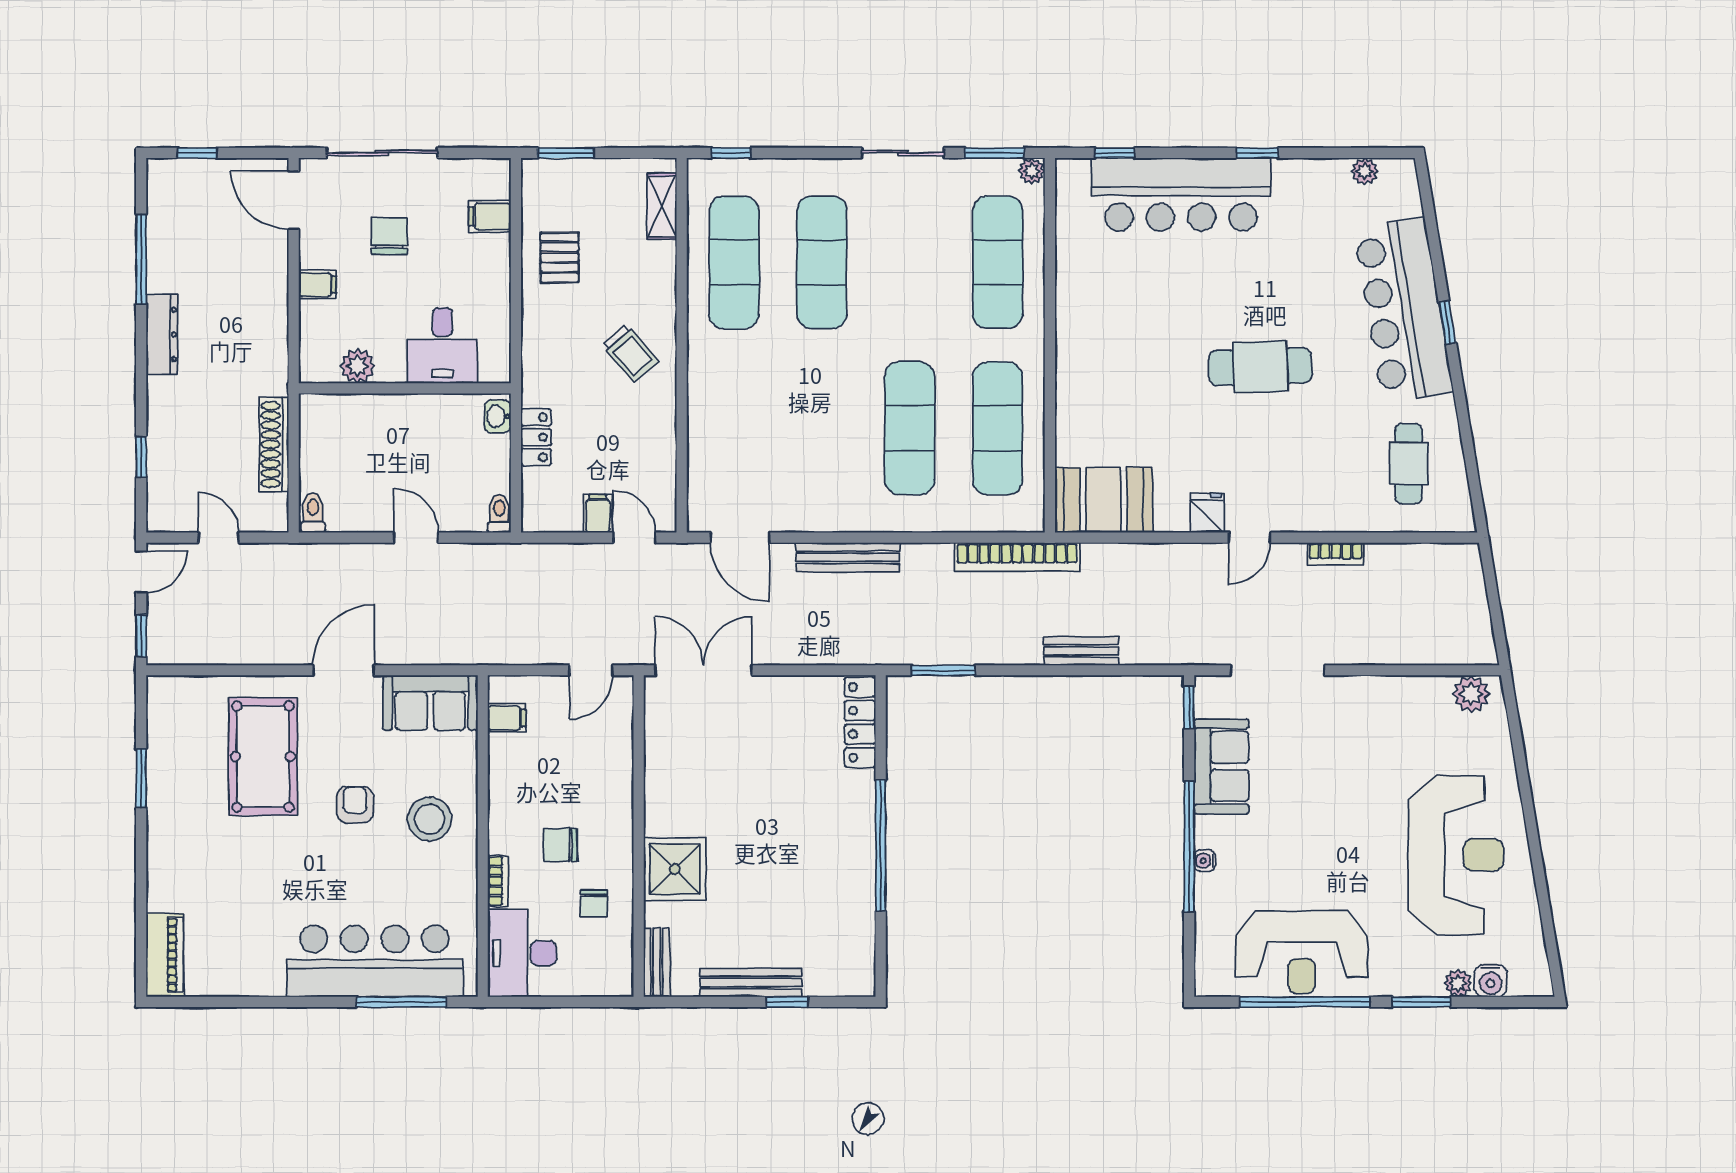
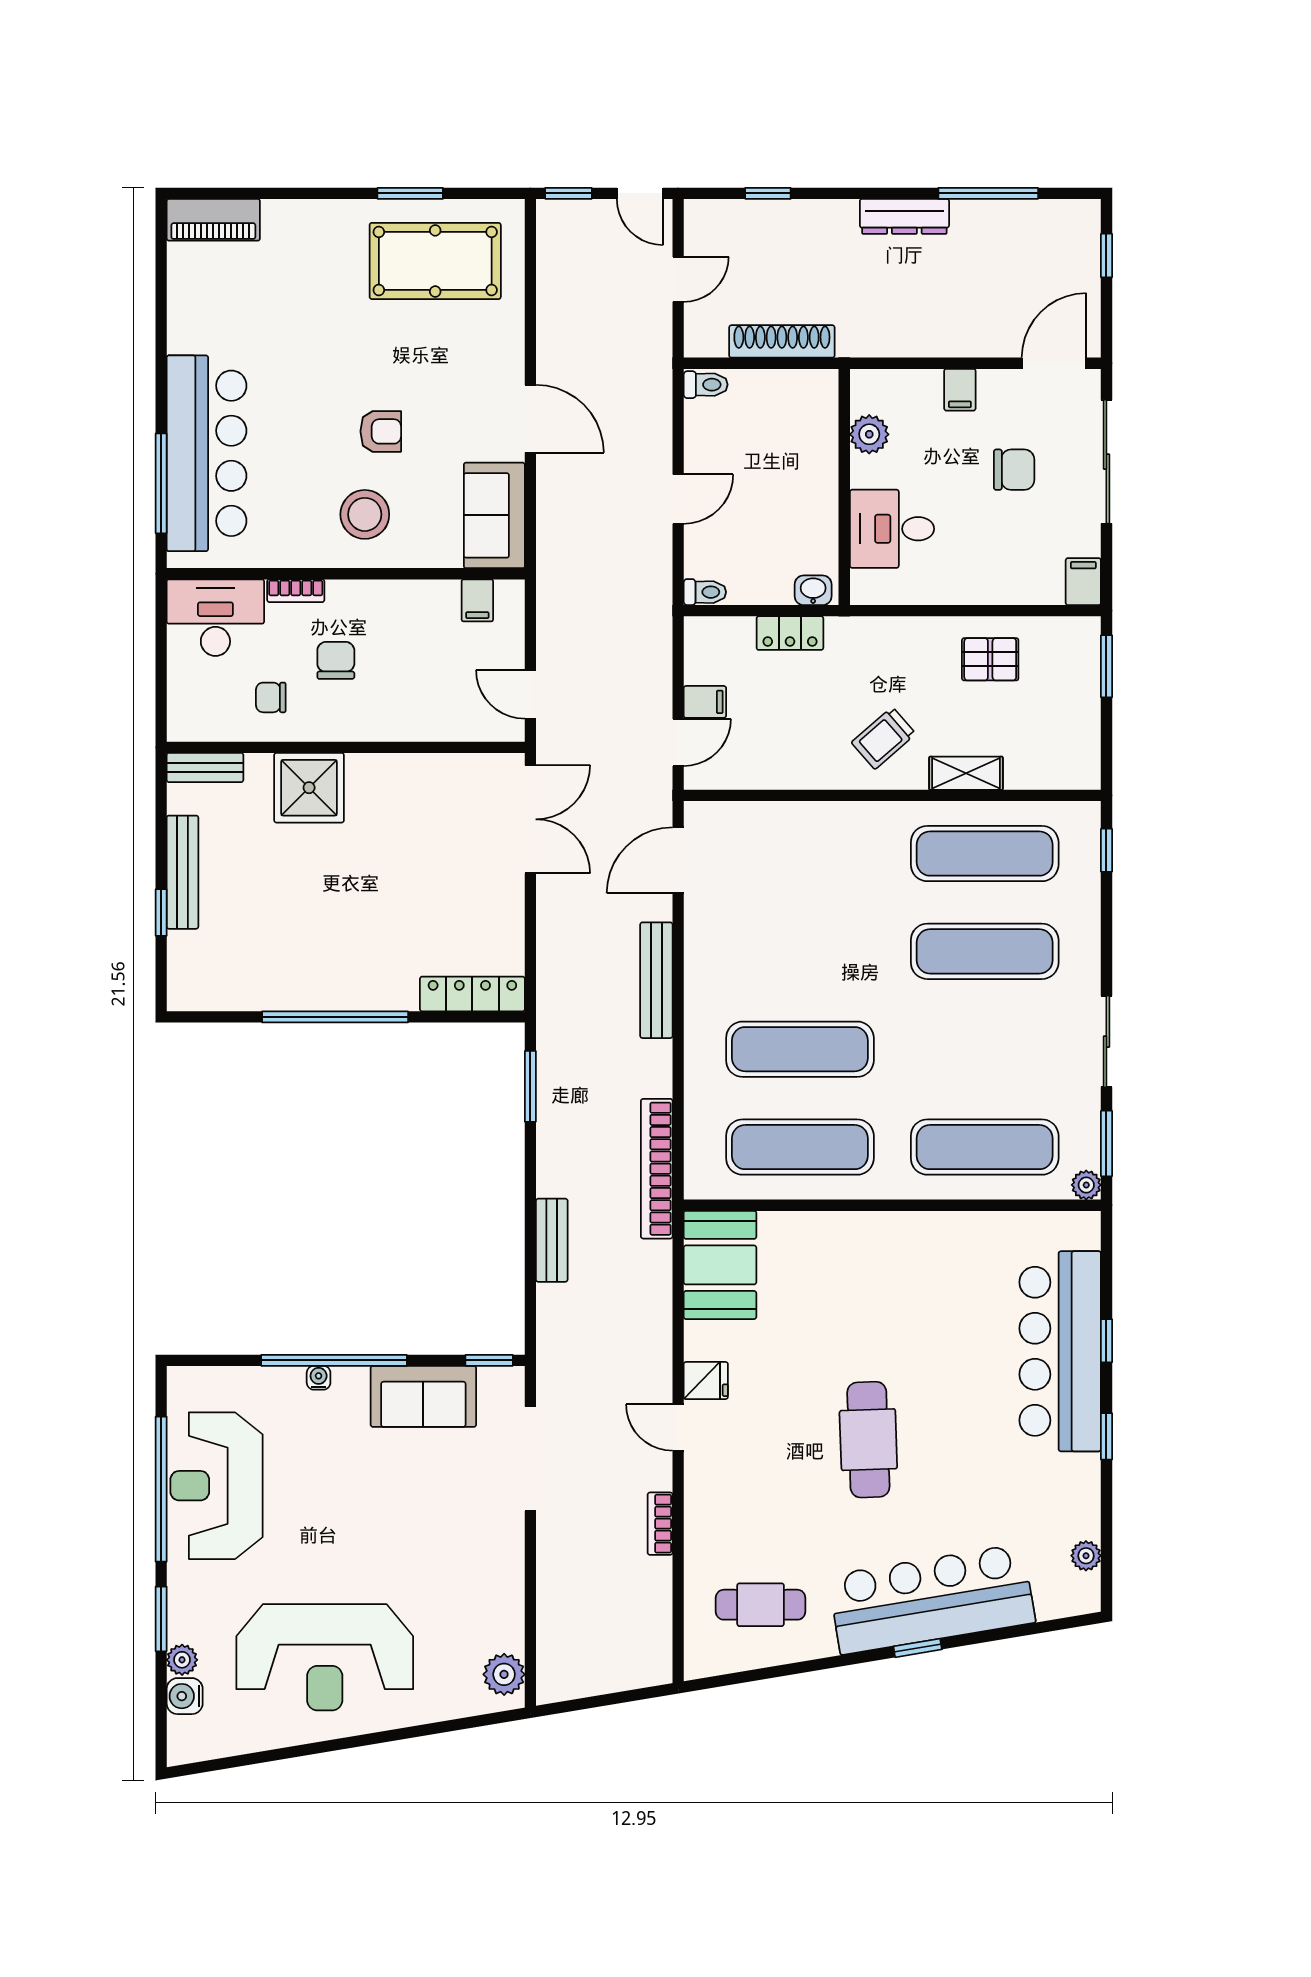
window: (1114, 153) -> (1106, 1341), moved
shelving: (662, 206) -> (966, 773), moved
filing cabinet: (490, 216) -> (1083, 582), moved
pool table: (263, 757) -> (435, 261), moved

